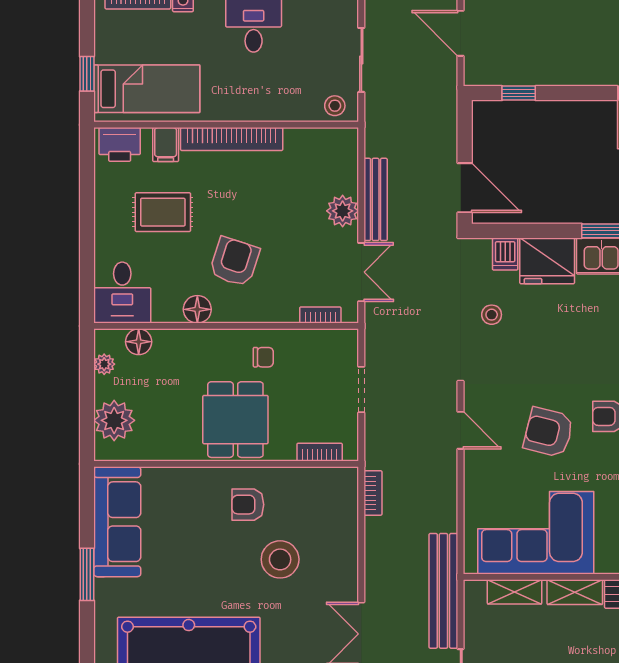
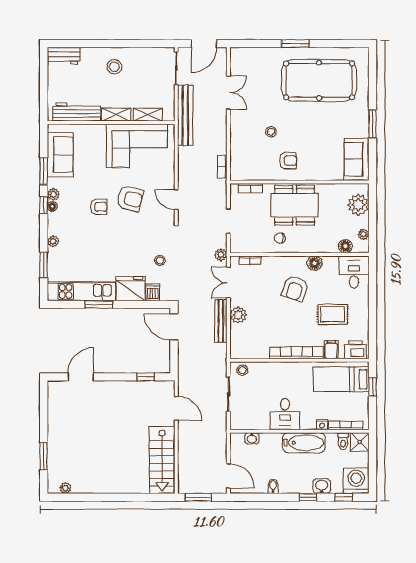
plant: (376, 326) -> (221, 255), added
dining table: (235, 420) -> (295, 205), width x1.38
sofa: (117, 522) -> (357, 159), width x0.73
stool: (280, 559) -> (271, 132), width x0.53, depth x0.53

